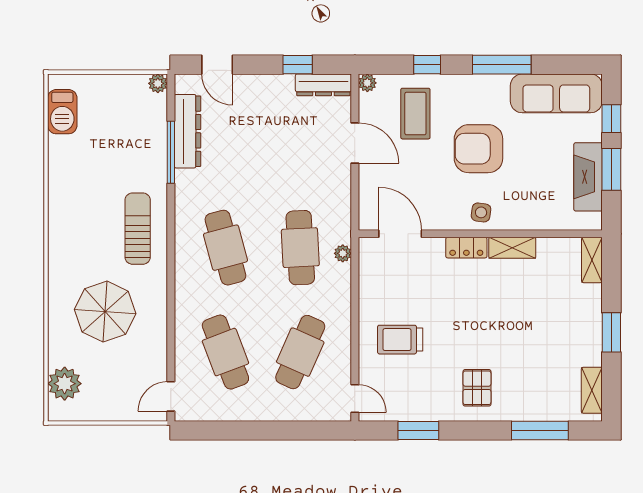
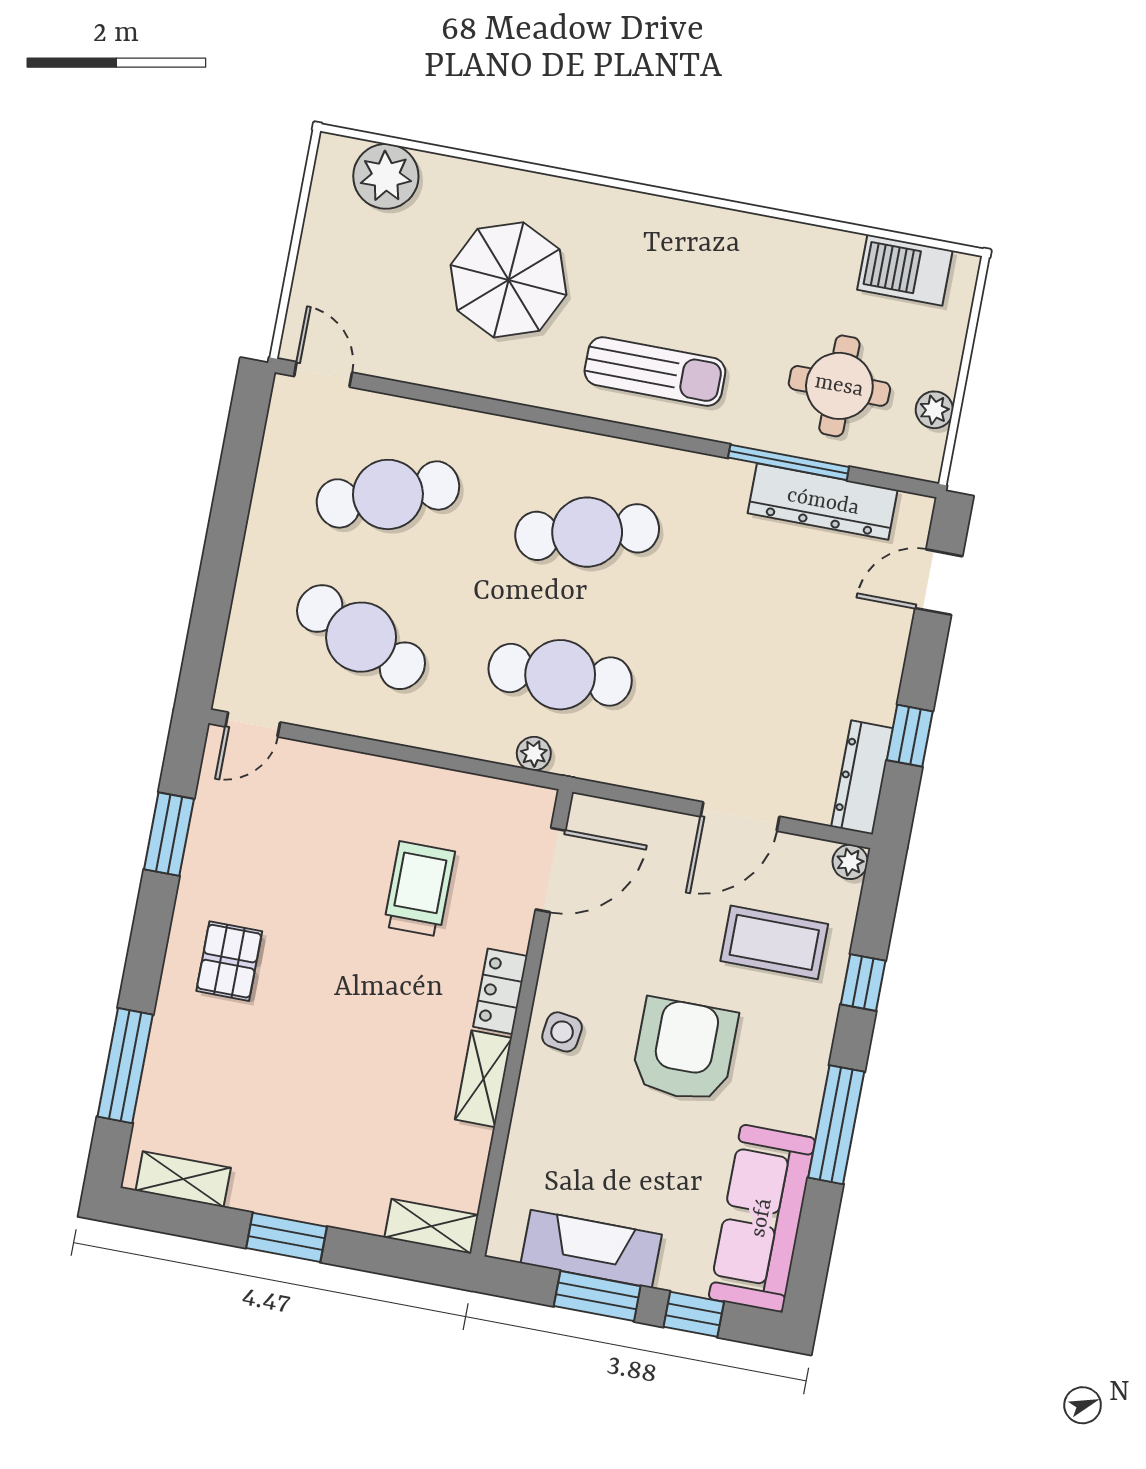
plant: (158, 83) -> (934, 410), moved
round table: (127, 134) -> (839, 386), added
trolley: (400, 340) -> (419, 889), moved
pallet: (477, 388) -> (229, 961), turned 90

